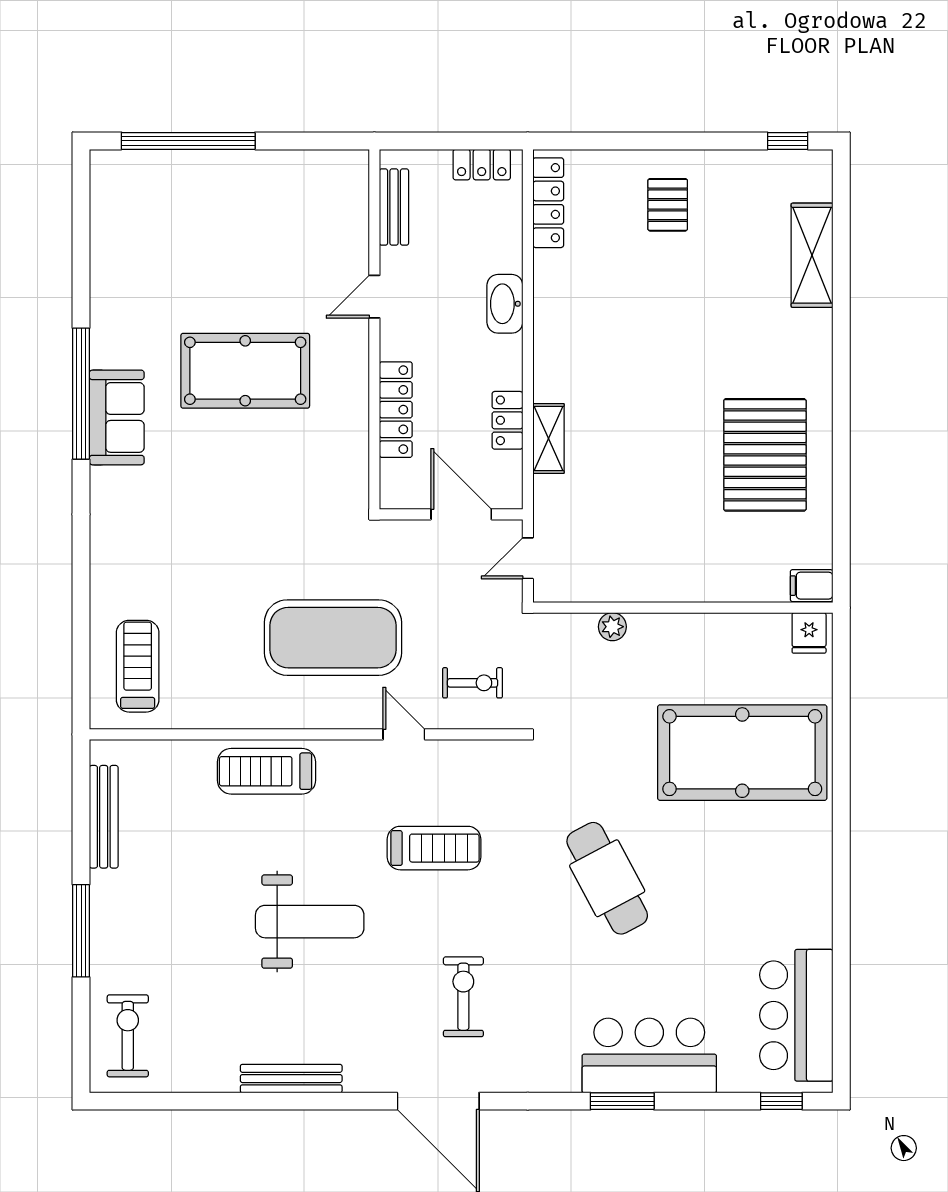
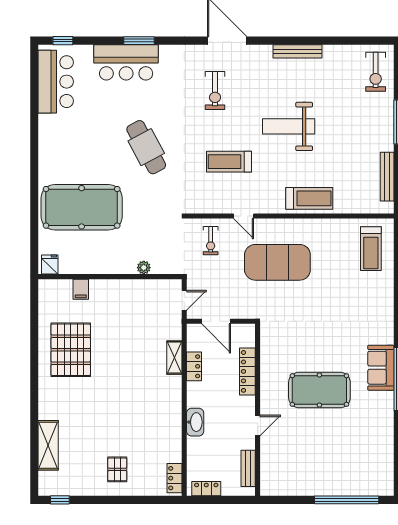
locker: (548, 203) -> (174, 478), width x0.66
filing cabinet: (812, 586) -> (81, 289), moved, turned 90
exercise bike: (473, 683) -> (211, 241), turned -90

